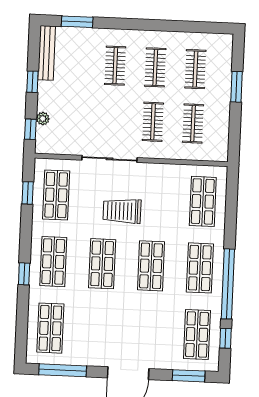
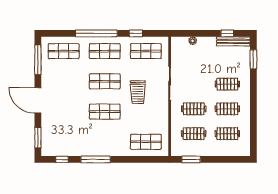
window: (32, 82) -> (227, 33), moved
window: (236, 87) -> (191, 159), moved
window: (30, 129) -> (186, 33), removed
window: (28, 193) -> (136, 33), moved
trolley: (122, 211) -> (138, 92), turned 180
shop shelf: (200, 268) -> (105, 142), removed
window: (24, 274) -> (96, 33), width x3.17
window: (228, 284) -> (96, 159), width x0.68
shop shelf: (197, 334) -> (64, 142), removed

